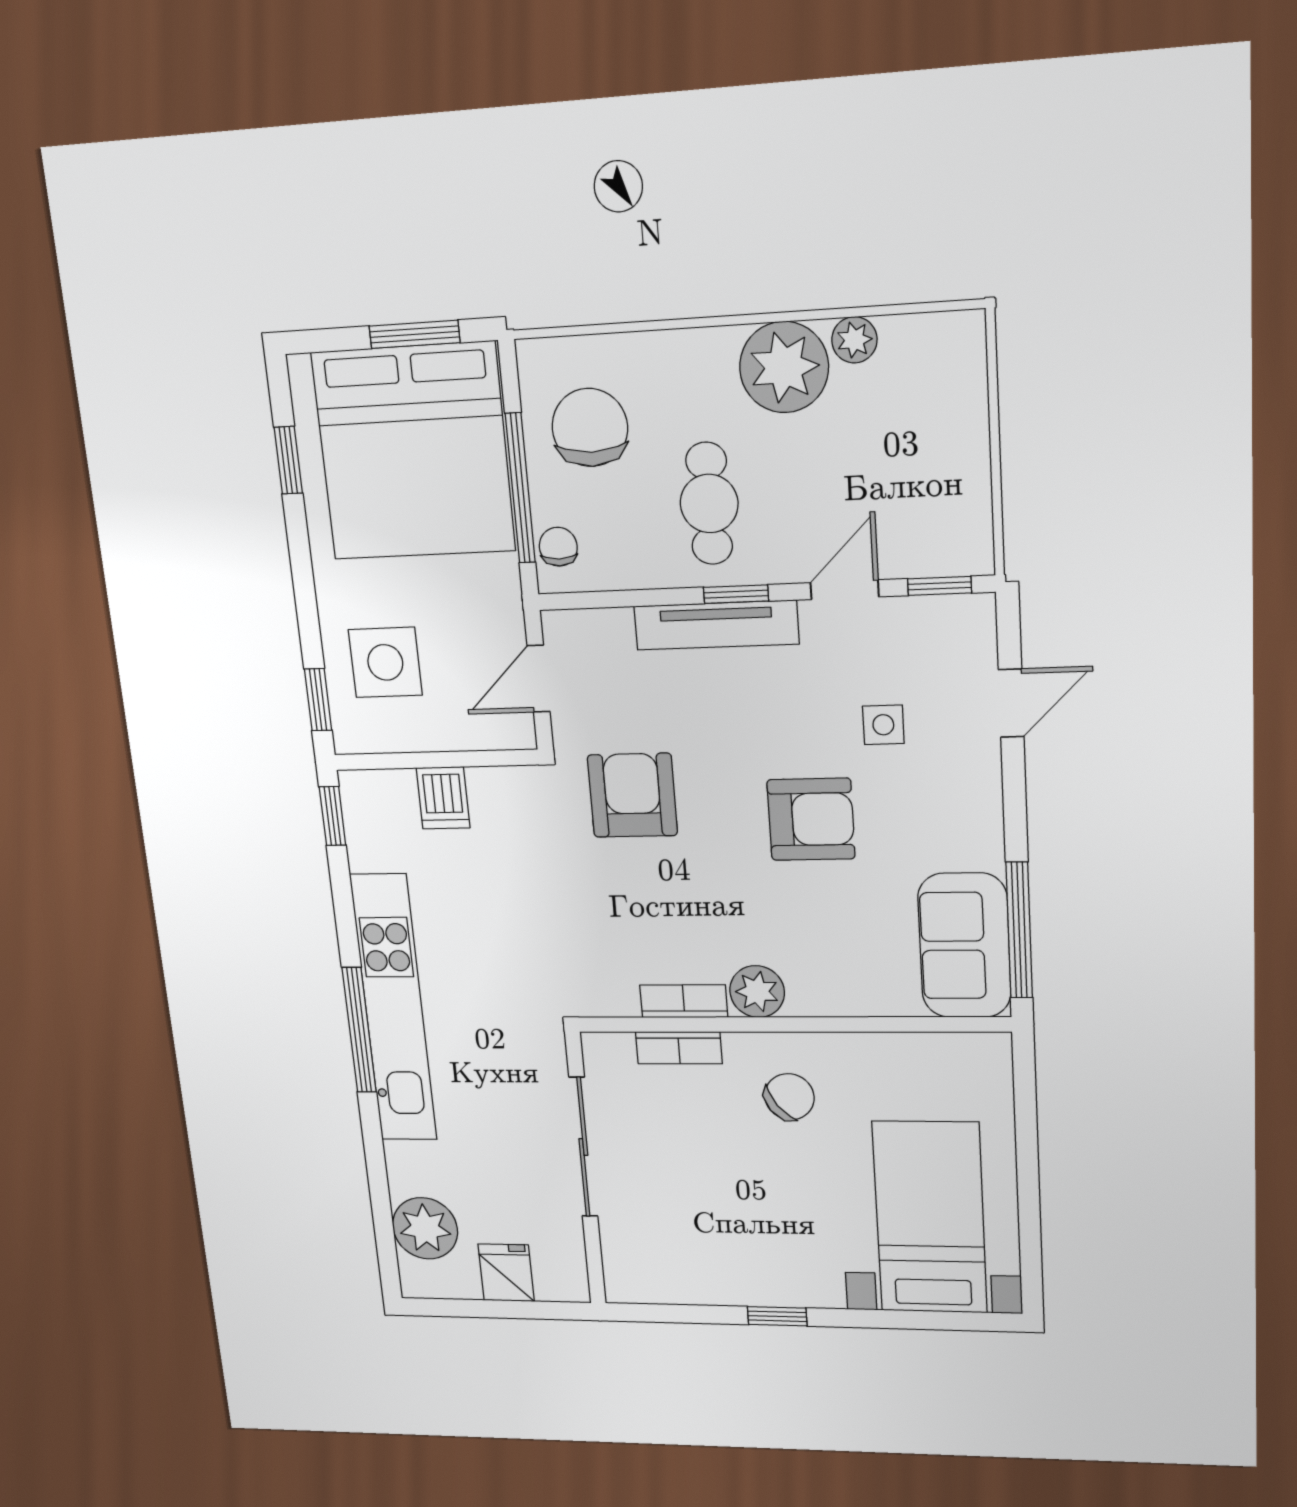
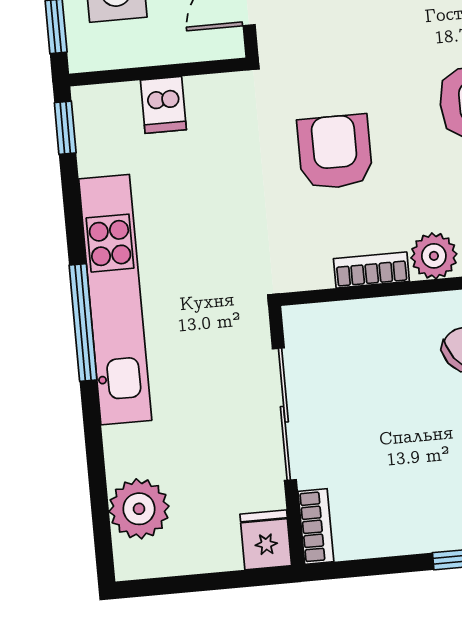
armchair: (632, 795) -> (335, 152), moved
bookcase: (679, 1048) -> (316, 526), moved, turned -90
fridge: (506, 1273) -> (266, 540), moved

